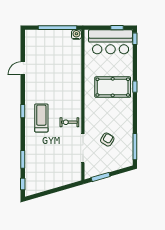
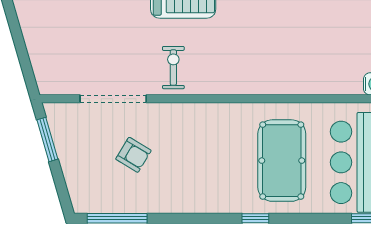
pool table: (113, 87) -> (282, 161), moved

